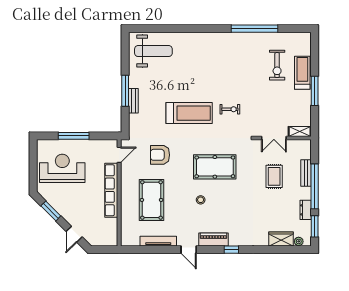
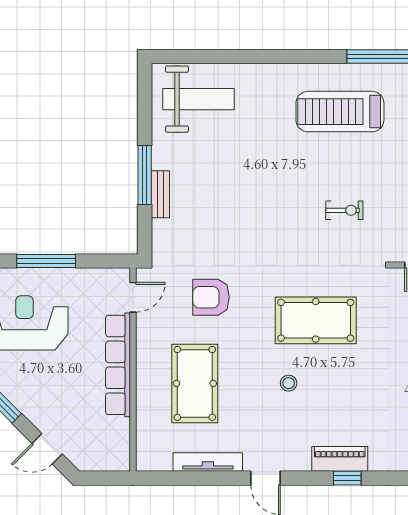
treadmill: (189, 113) -> (340, 112), moved, turned 180
door: (74, 234) -> (47, 449), hinge flipped
piano: (213, 240) -> (340, 459), moved

